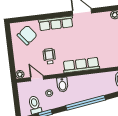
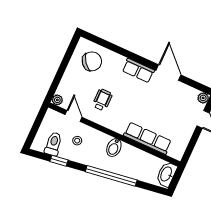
row of seats: (56, 23) -> (138, 70), width x0.68
row of seats: (81, 65) -> (148, 138), moved
bidet: (62, 85) -> (114, 148), moved

